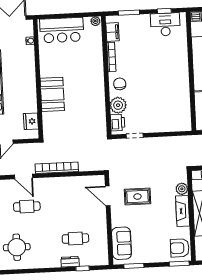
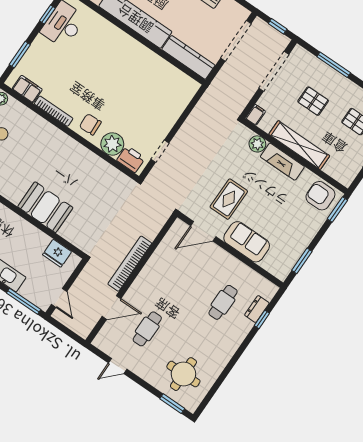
sofa: (122, 243) -> (247, 242), moved
armchair: (180, 248) -> (320, 196), turned 90
dresser: (70, 262) -> (257, 309), moved

